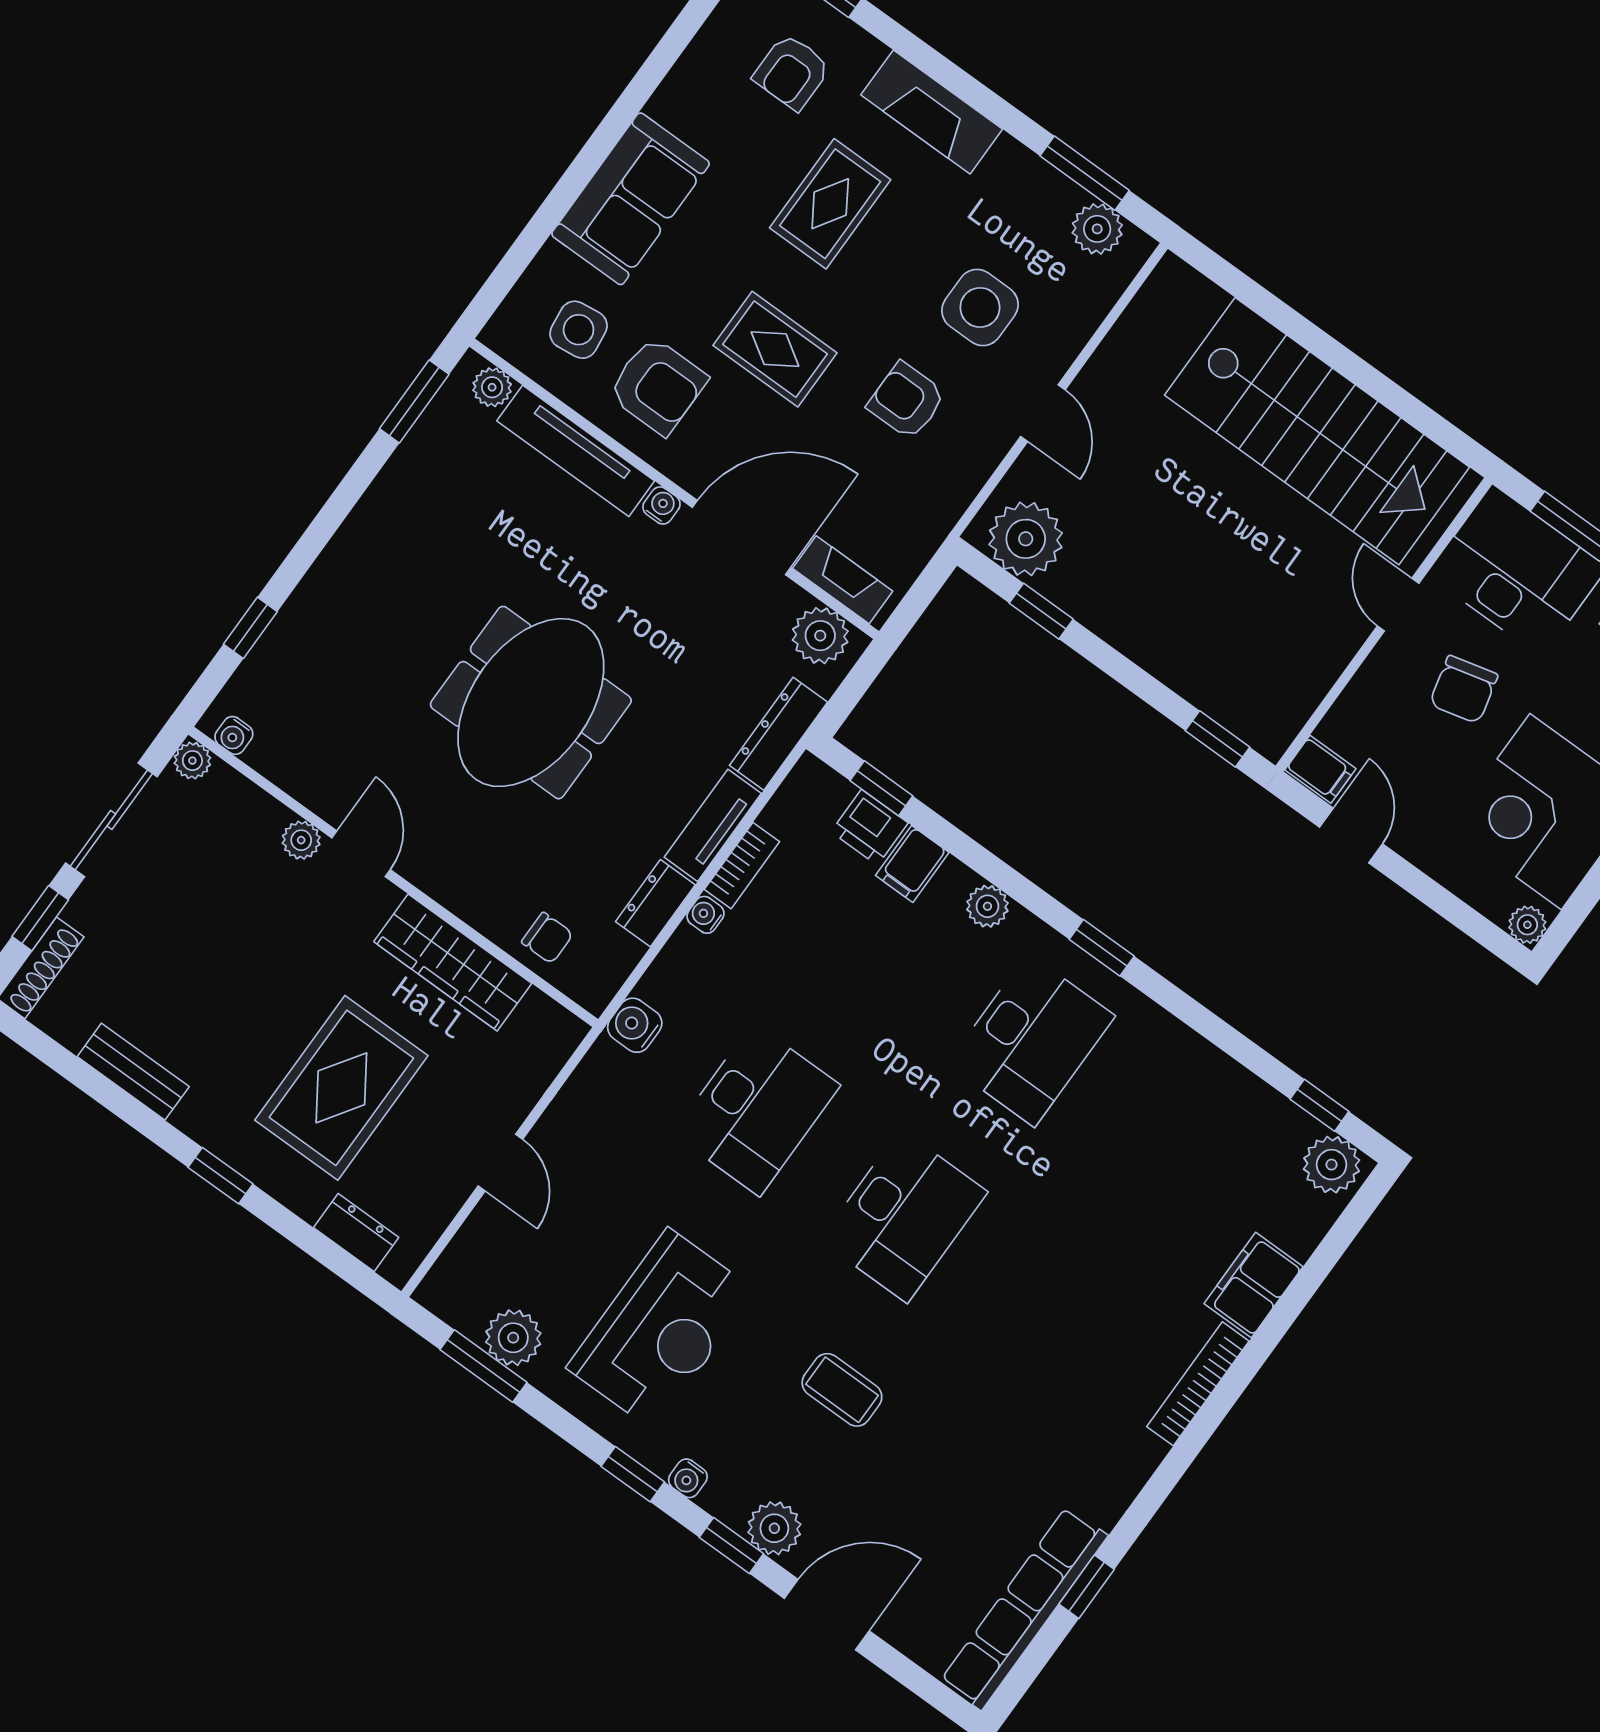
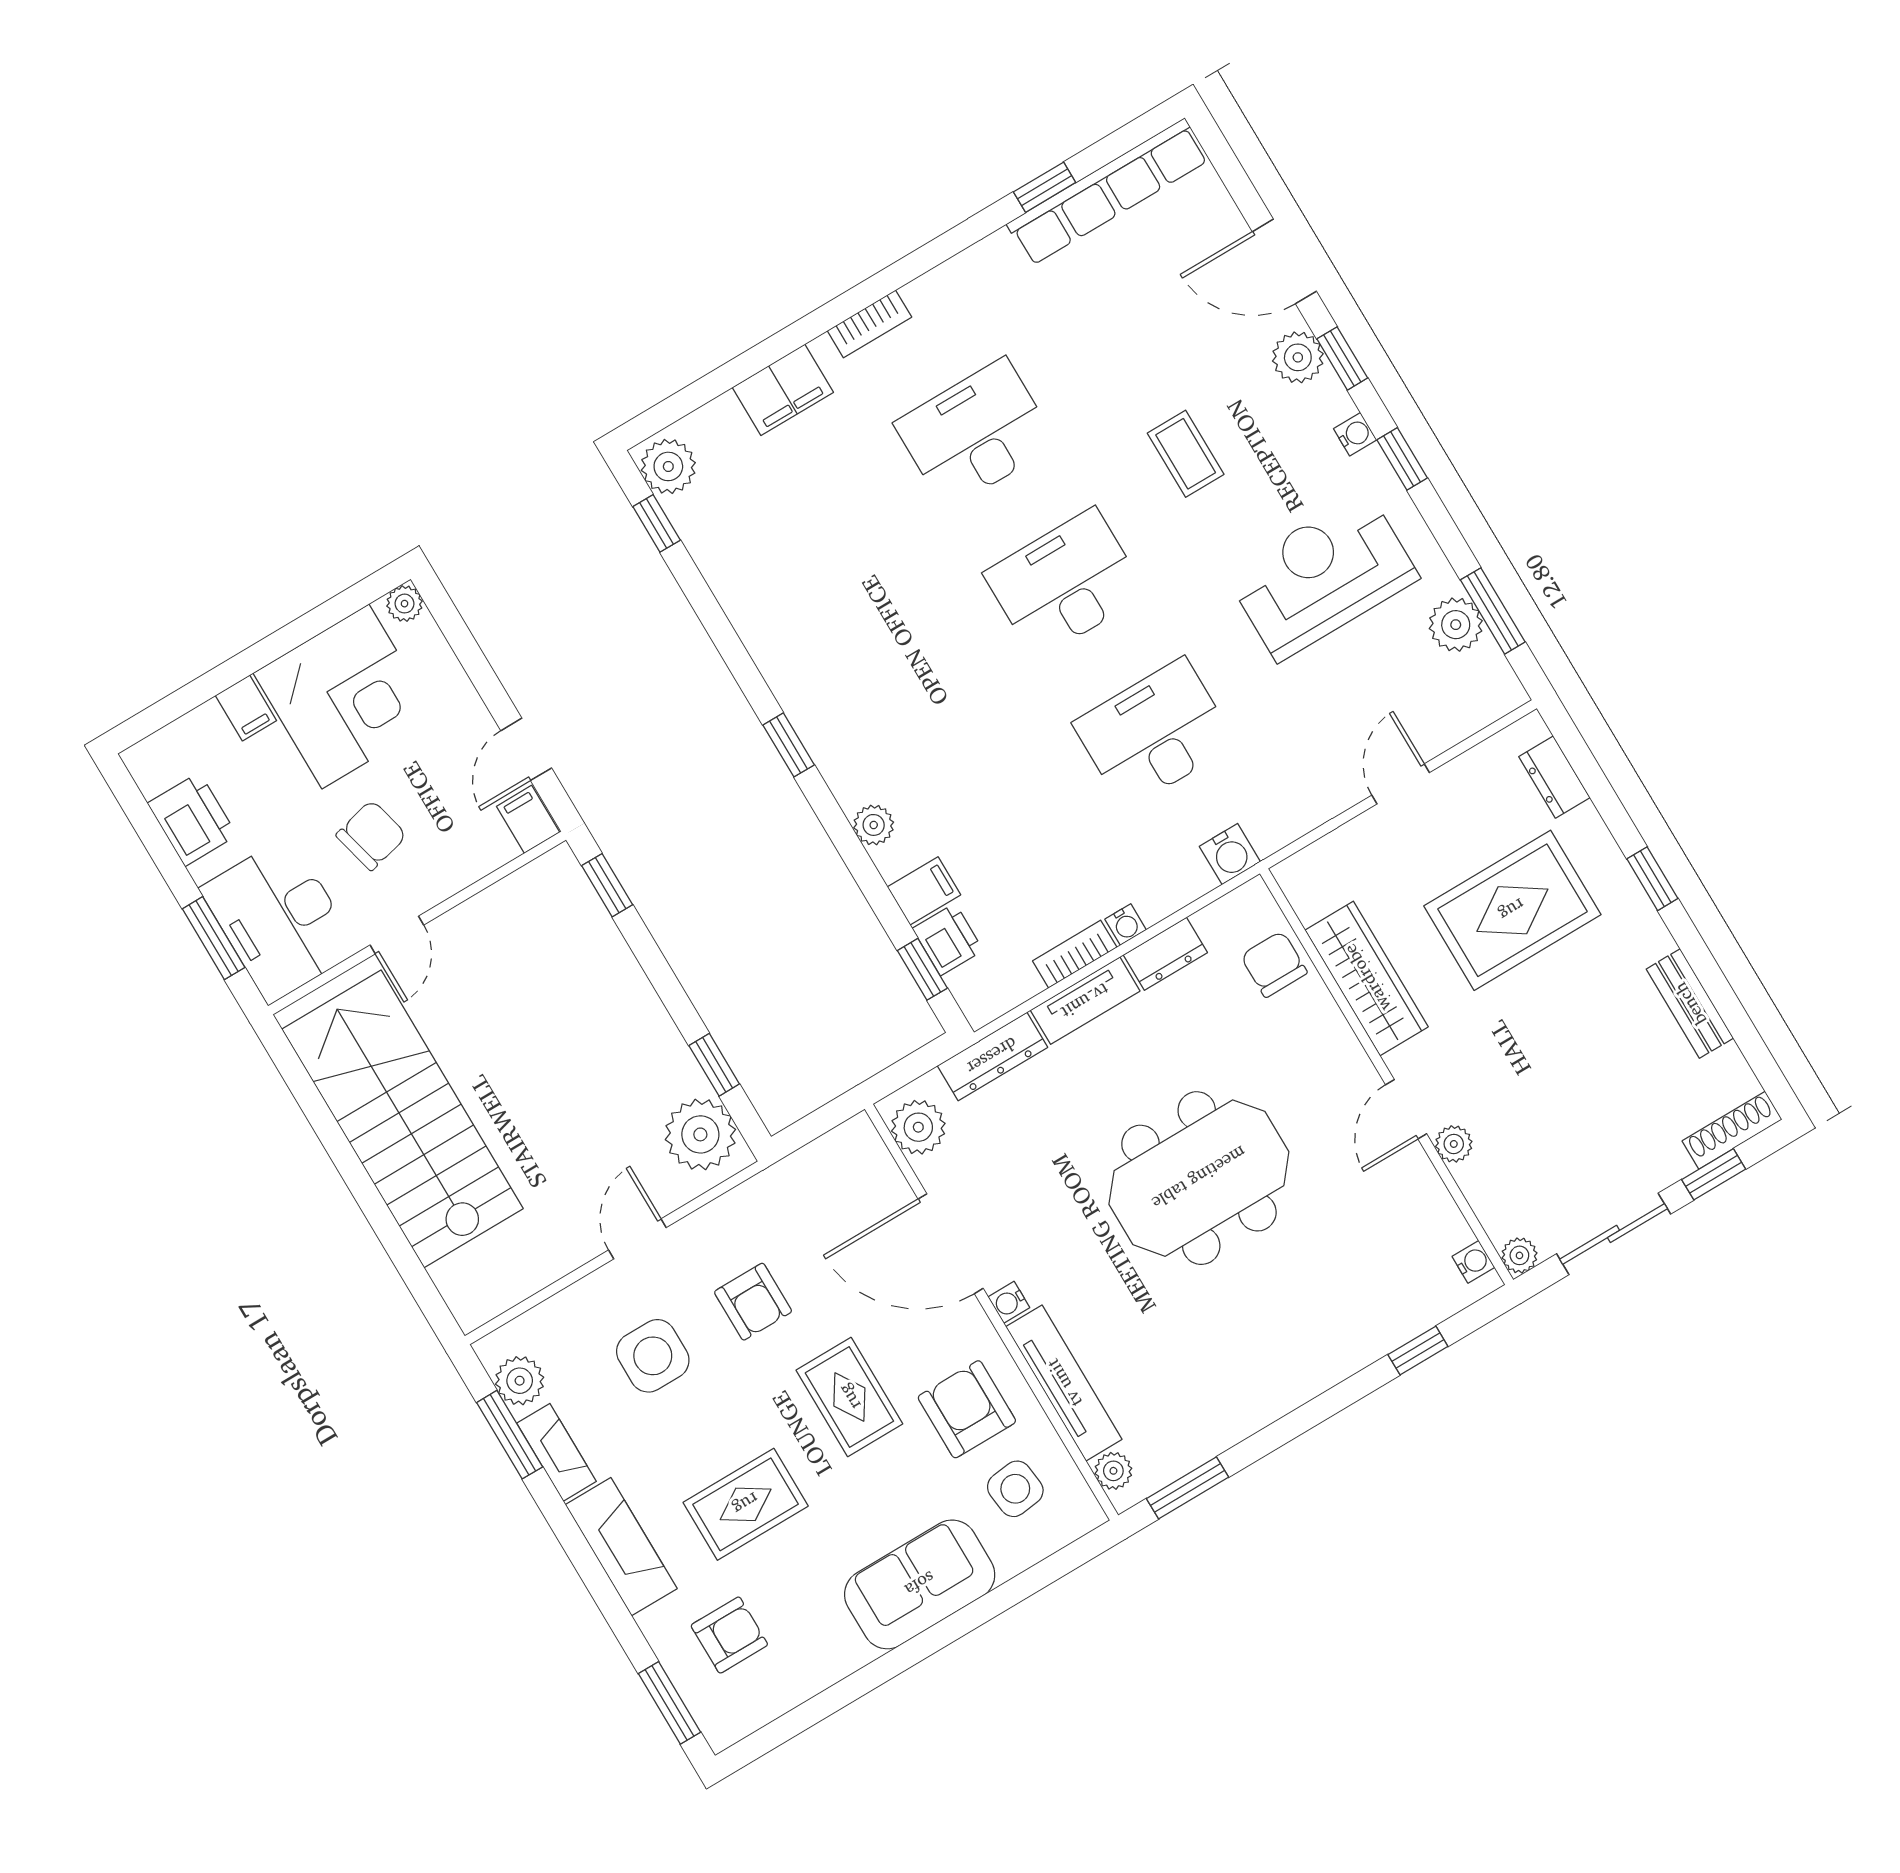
fireplace: (843, 580) -> (557, 1452), moved, turned 180
chair: (547, 938) -> (1274, 964), width x1.37, depth x1.37
desk: (1031, 1040) -> (976, 434), moved
bookcase: (1198, 1384) -> (869, 324), width x0.64

